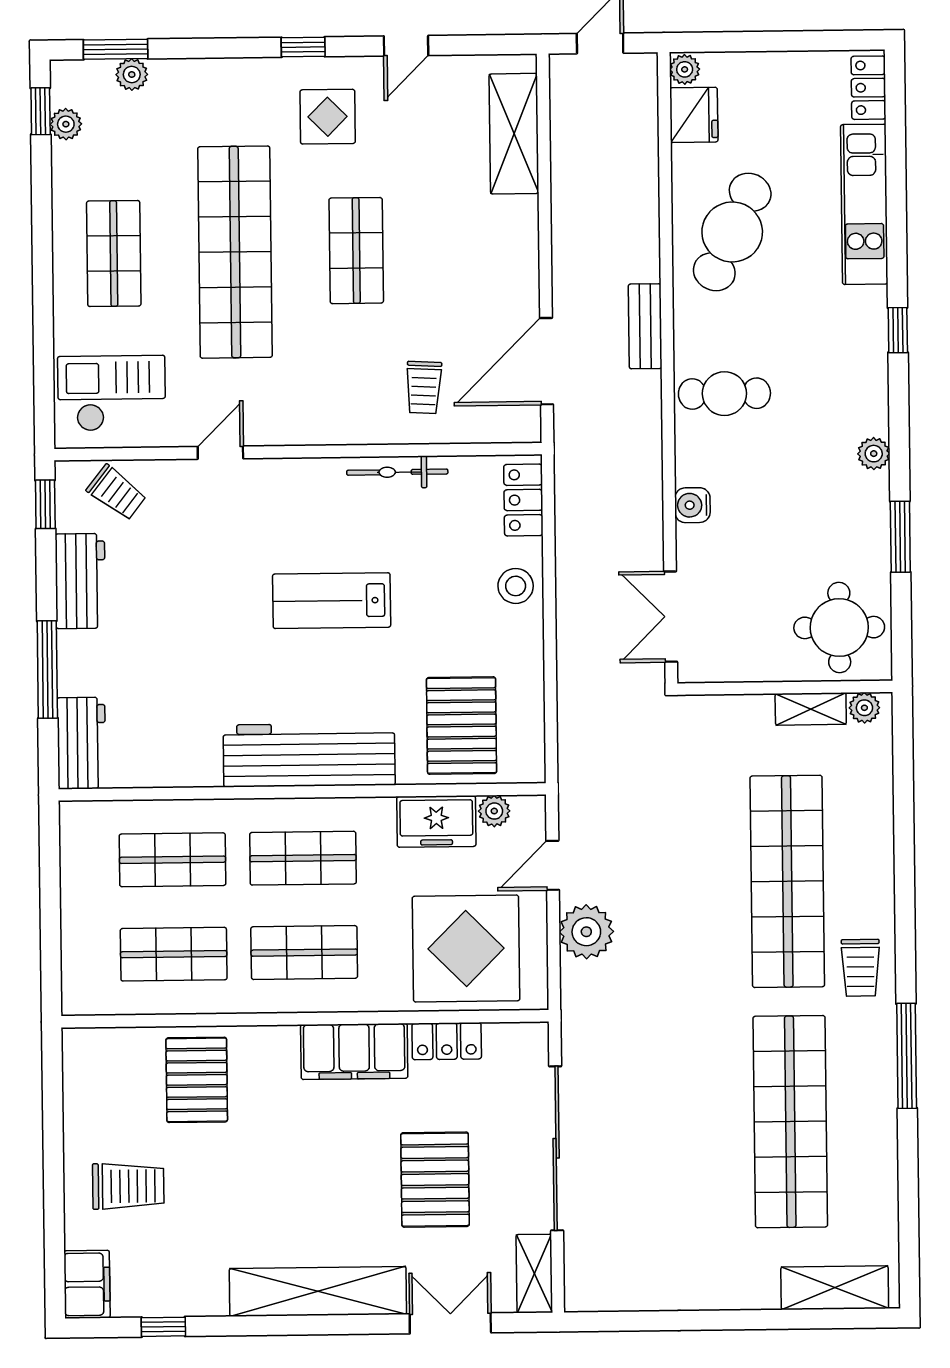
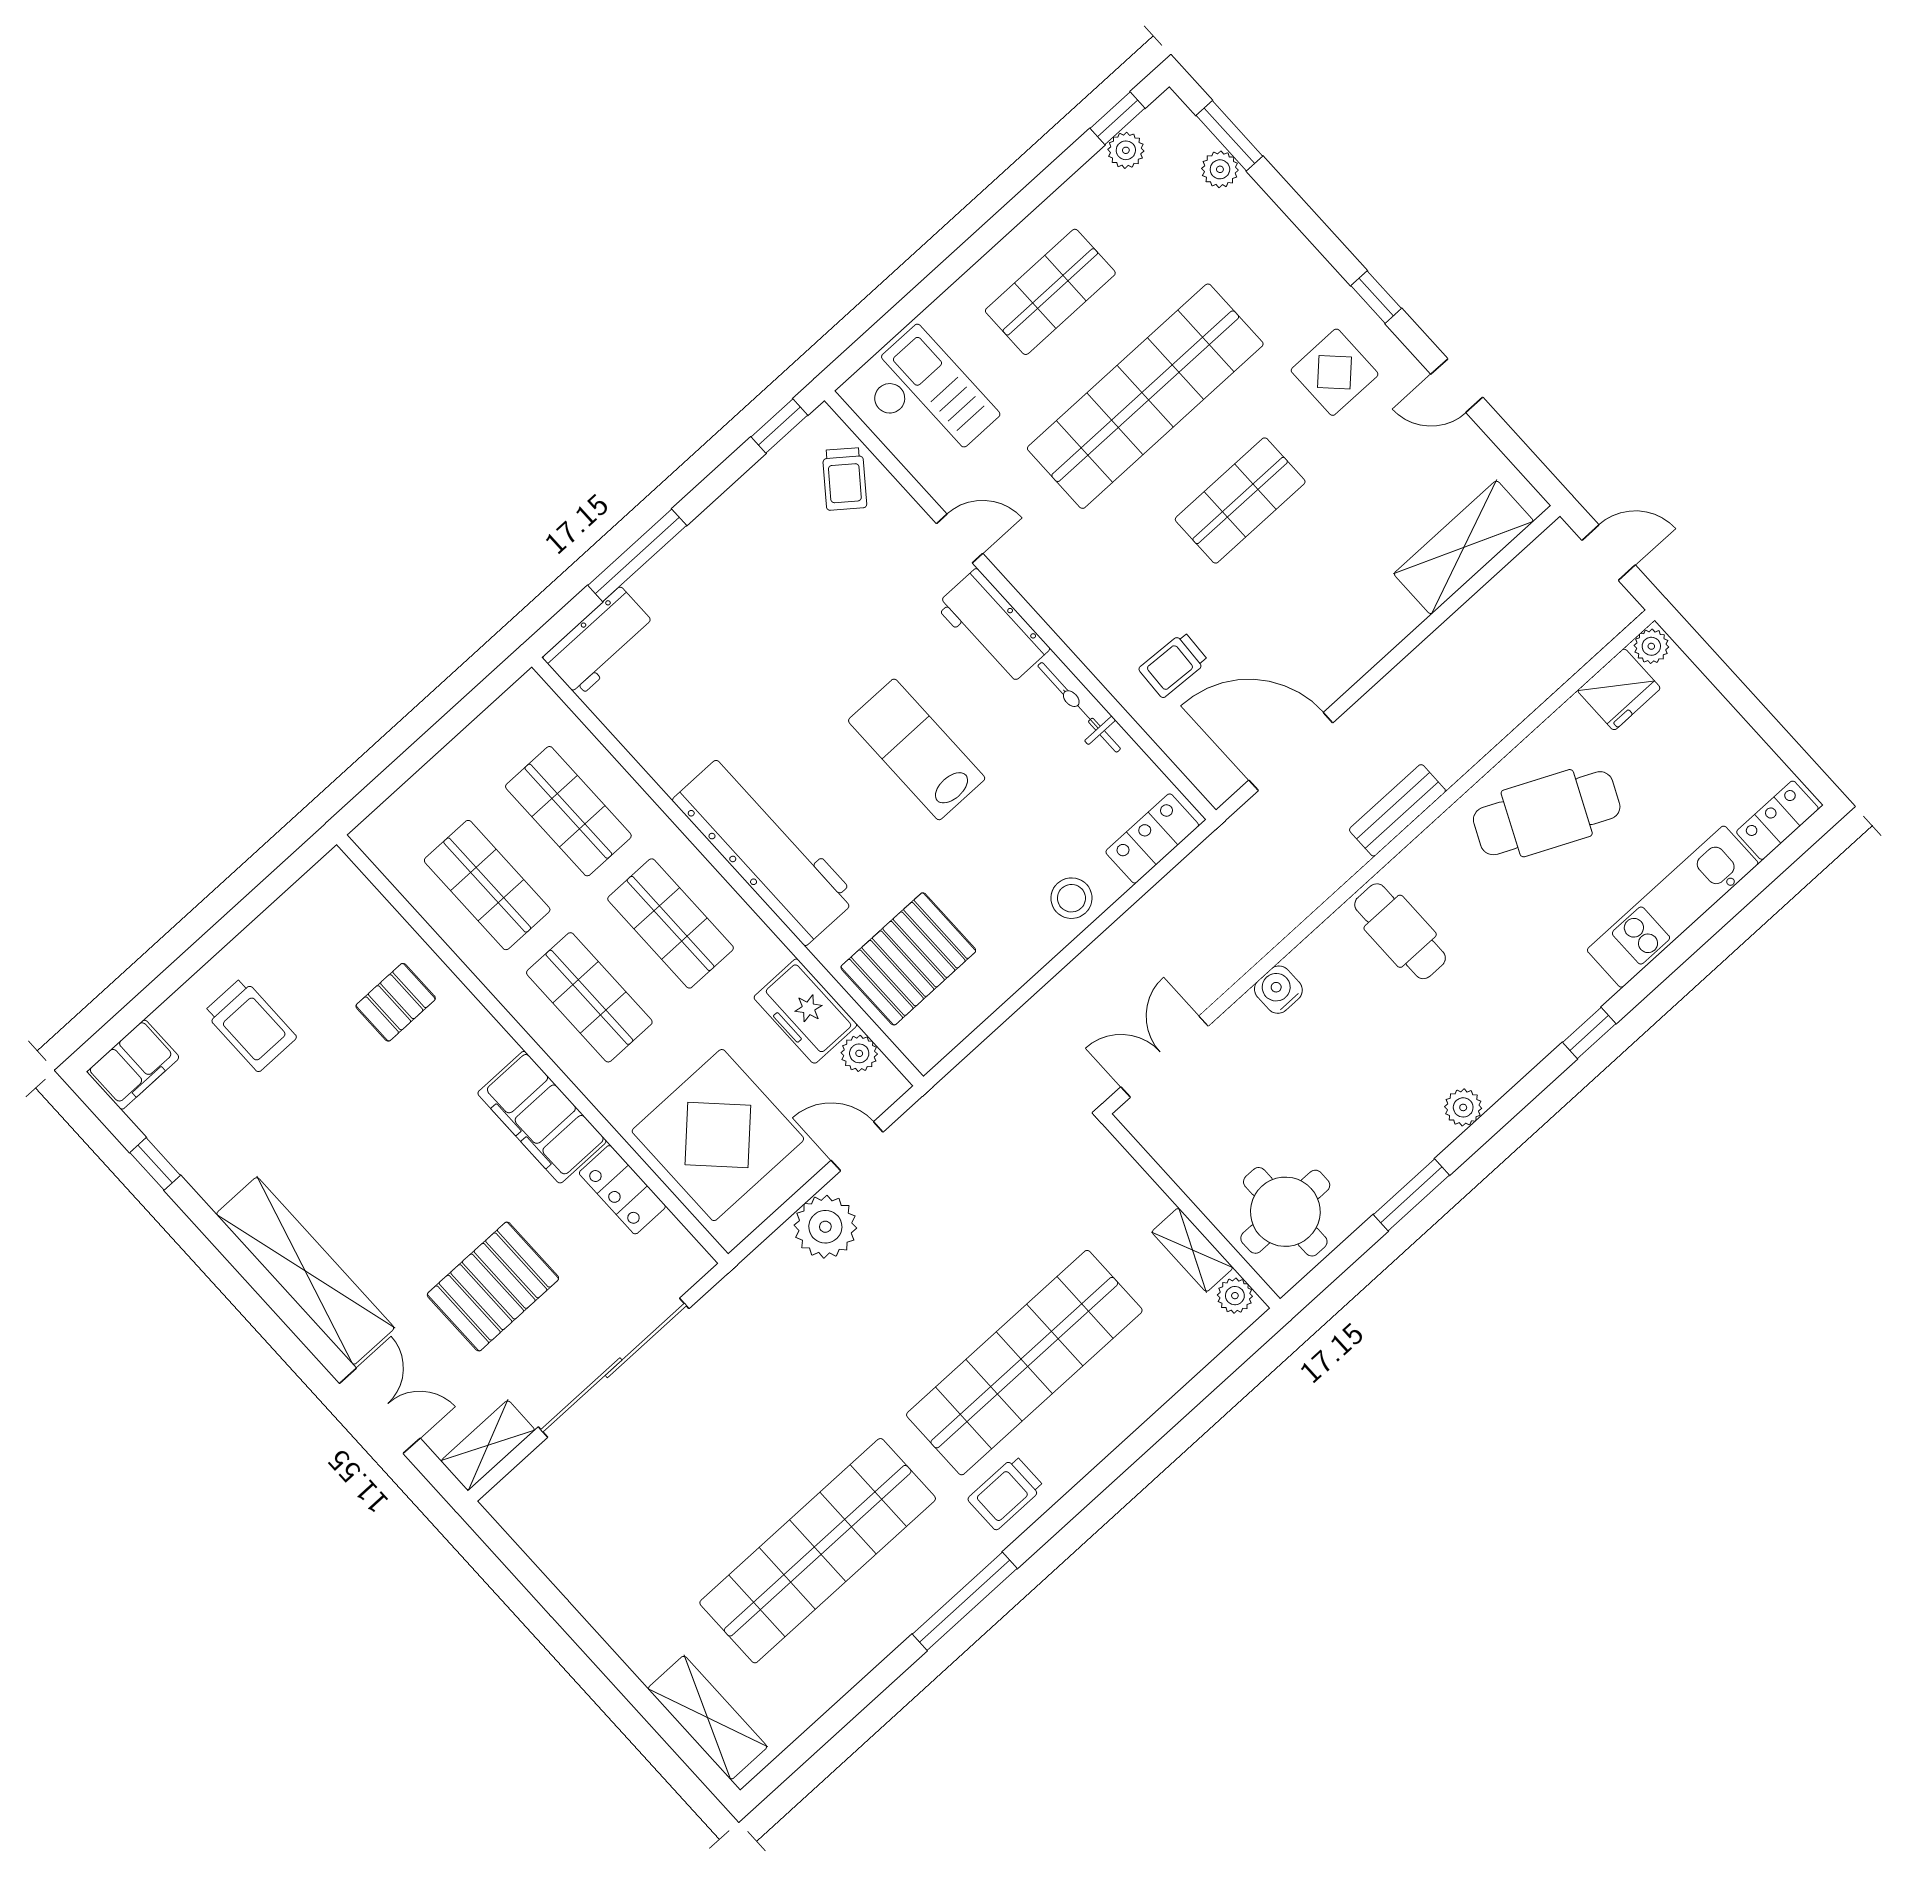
workbench: (80, 581) -> (993, 627), moved, turned 90
pallet: (197, 1080) -> (396, 1002), width x0.67, depth x0.71

